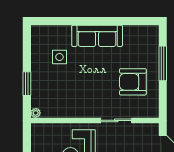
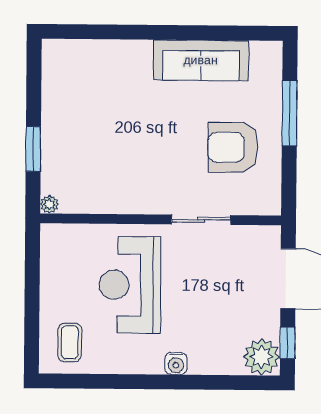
sofa: (97, 36) -> (201, 60), moved
side table: (59, 57) -> (95, 99), removed

